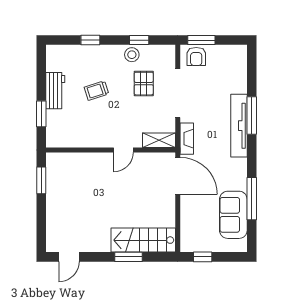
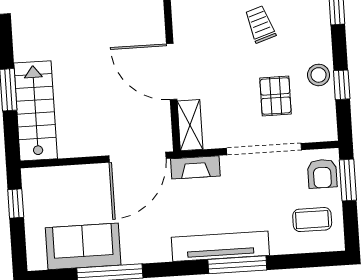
armchair: (196, 56) -> (322, 174), turned -90
coffee table: (226, 65) -> (312, 220), added
pallet: (144, 84) -> (276, 96), turned 90
door: (123, 150) -> (172, 72), width x1.87

